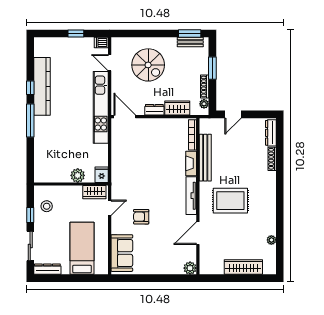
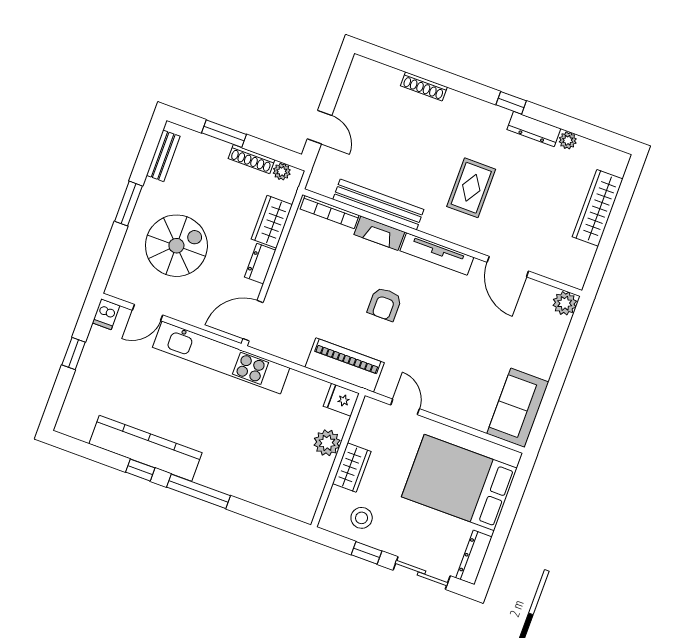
window: (190, 33) -> (128, 204), moved
dresser: (271, 133) -> (534, 129), moved
piano: (119, 170) -> (345, 365), added
wardrobe: (94, 192) -> (352, 467), moved
rug: (230, 201) -> (471, 188), width x0.73, depth x0.70
window: (280, 205) -> (511, 103), added
armchair: (141, 217) -> (385, 304), moved
bed: (82, 248) -> (459, 482), width x1.50
sofa: (122, 253) -> (518, 408), moved, turned -90

